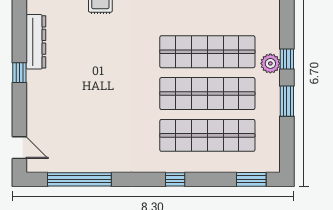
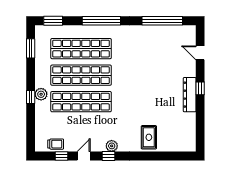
dresser: (36, 42) -> (190, 95), moved
window: (287, 101) -> (31, 48), moved
door: (19, 148) -> (200, 53), moved
window: (175, 179) -> (101, 21), width x3.17

